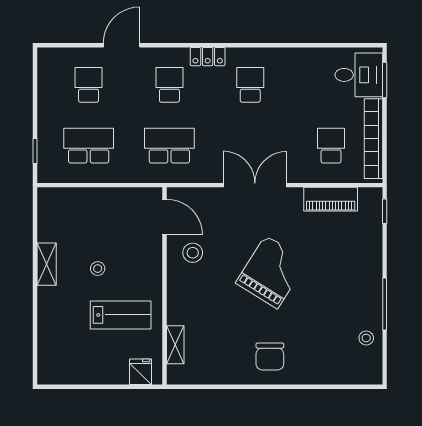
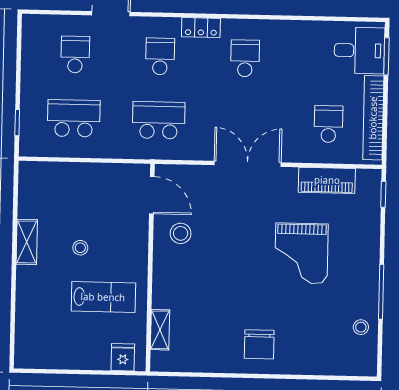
grand piano: (271, 272) -> (301, 253), moved, turned 148

